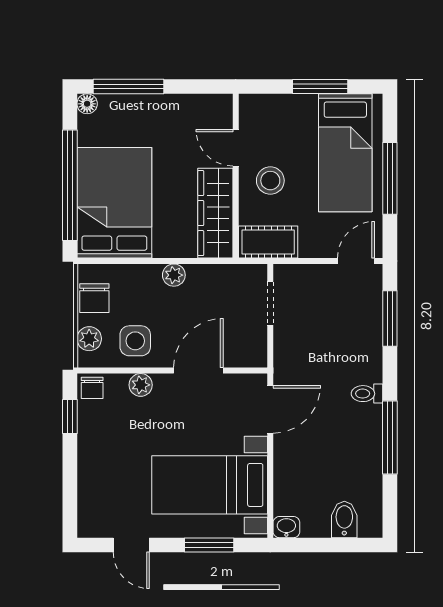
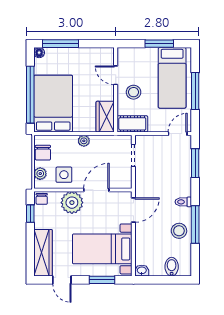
wardrobe: (215, 213) -> (105, 117), width x0.67
plant: (141, 385) -> (72, 203), width x1.88, depth x1.88
stool: (359, 450) -> (179, 231), added
wardrobe: (95, 492) -> (43, 253), added

